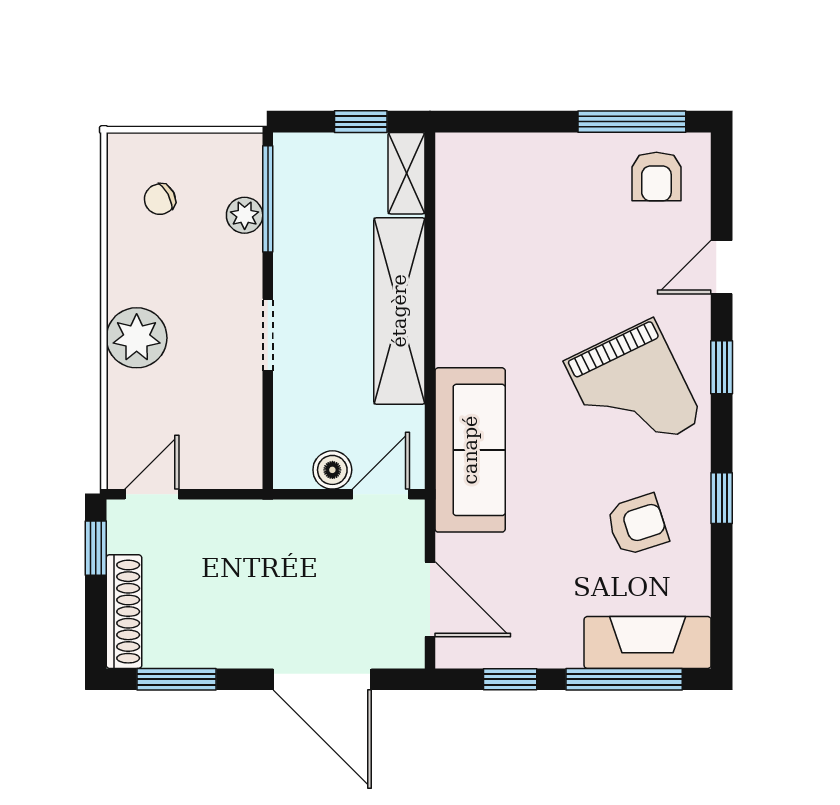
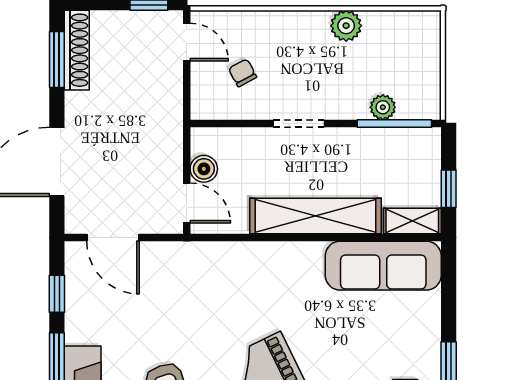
chair: (160, 199) -> (243, 73), moved
plant: (137, 338) -> (346, 26), moved, width x0.73, depth x0.73
sofa: (470, 450) -> (383, 266), moved
door: (430, 599) -> (113, 237), hinge flipped
shoe rack: (124, 612) -> (77, 50), moved, turned -90

